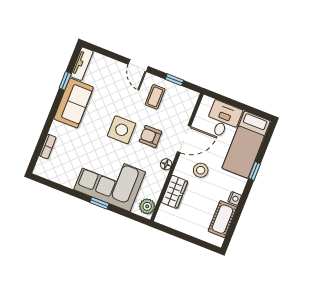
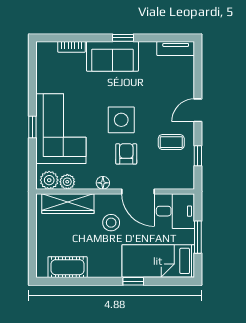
window: (65, 81) -> (123, 38), moved
sofa: (74, 103) -> (112, 56), moved
window: (240, 105) -> (198, 237), added
desk: (223, 120) -> (175, 211), moved
plant: (154, 192) -> (67, 182), added
wardrobe: (175, 192) -> (68, 204), width x1.50
nightstand: (235, 198) -> (95, 271), removed

